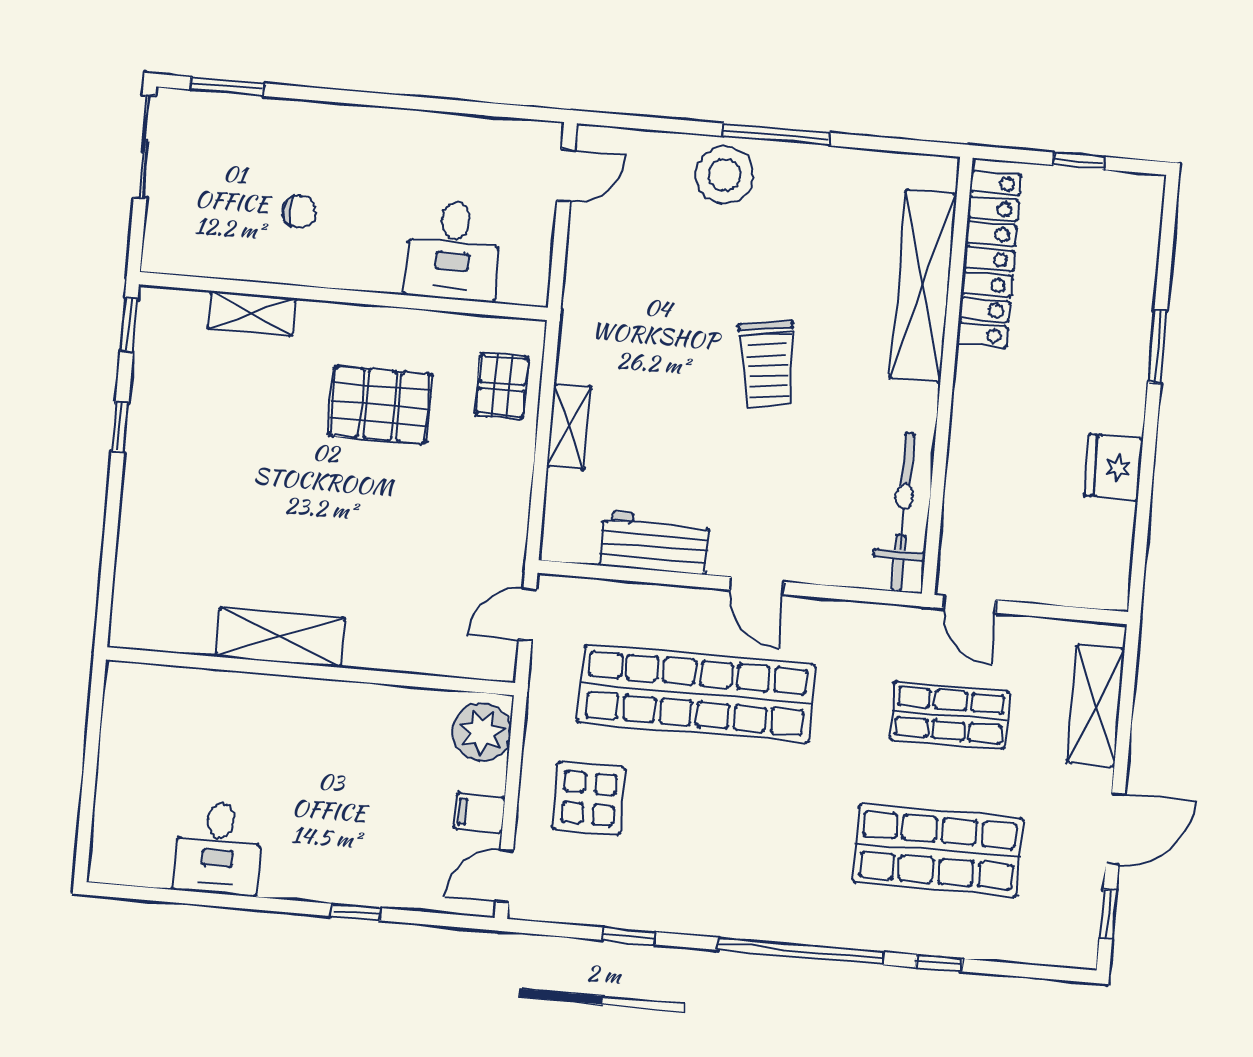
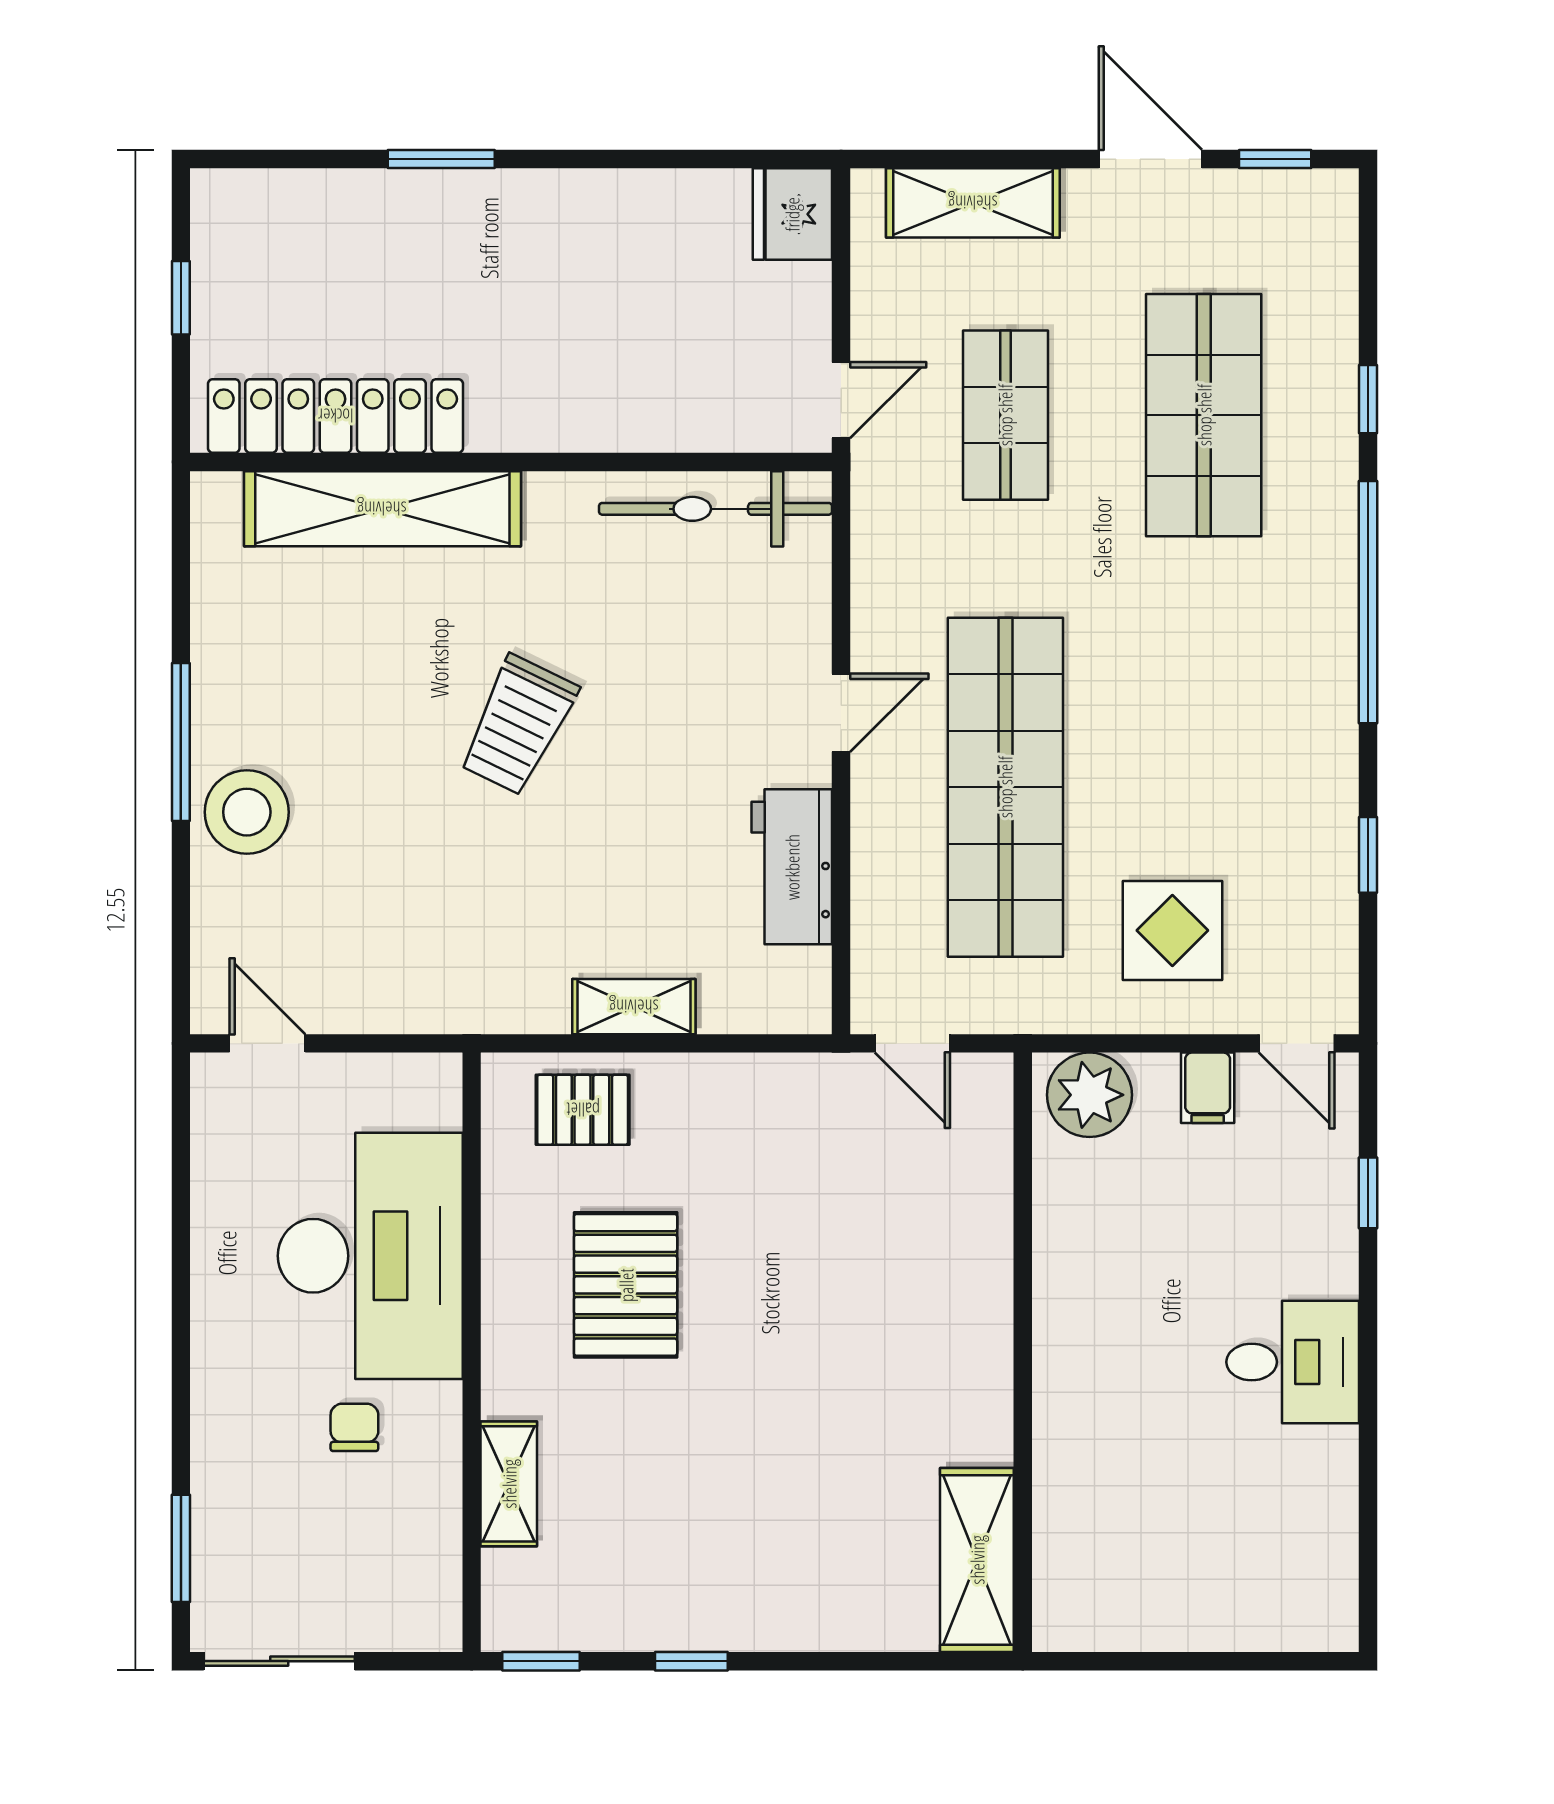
desk: (453, 251) -> (370, 1256), width x1.87, depth x1.30
trolley: (768, 365) -> (518, 725), turned 124
fridge: (1114, 467) -> (792, 214), moved, turned 90
shelving: (280, 637) -> (977, 1560), moved
desk: (218, 848) -> (1293, 1362), moved
window: (356, 912) -> (1368, 1193), moved

